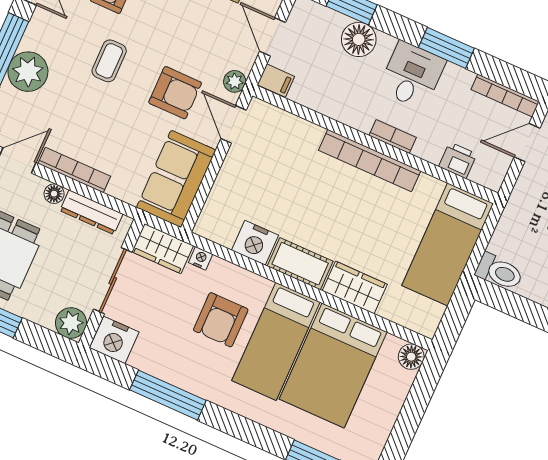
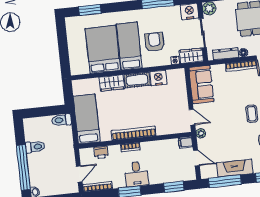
floor lamp: (359, 39) -> (164, 176), removed
armchair: (175, 93) -> (220, 116), removed
floor lamp: (411, 357) -> (76, 70), removed

